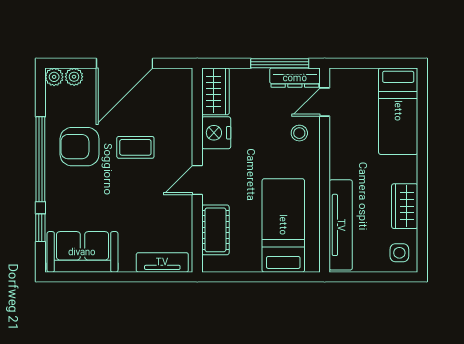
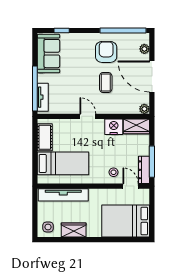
plant: (54, 77) -> (144, 109), moved
bed: (398, 111) -> (126, 221), width x1.50
window: (40, 159) -> (123, 31), moved
cot: (215, 230) -> (45, 137), moved, turned 90
window: (146, 277) -> (35, 89), added

